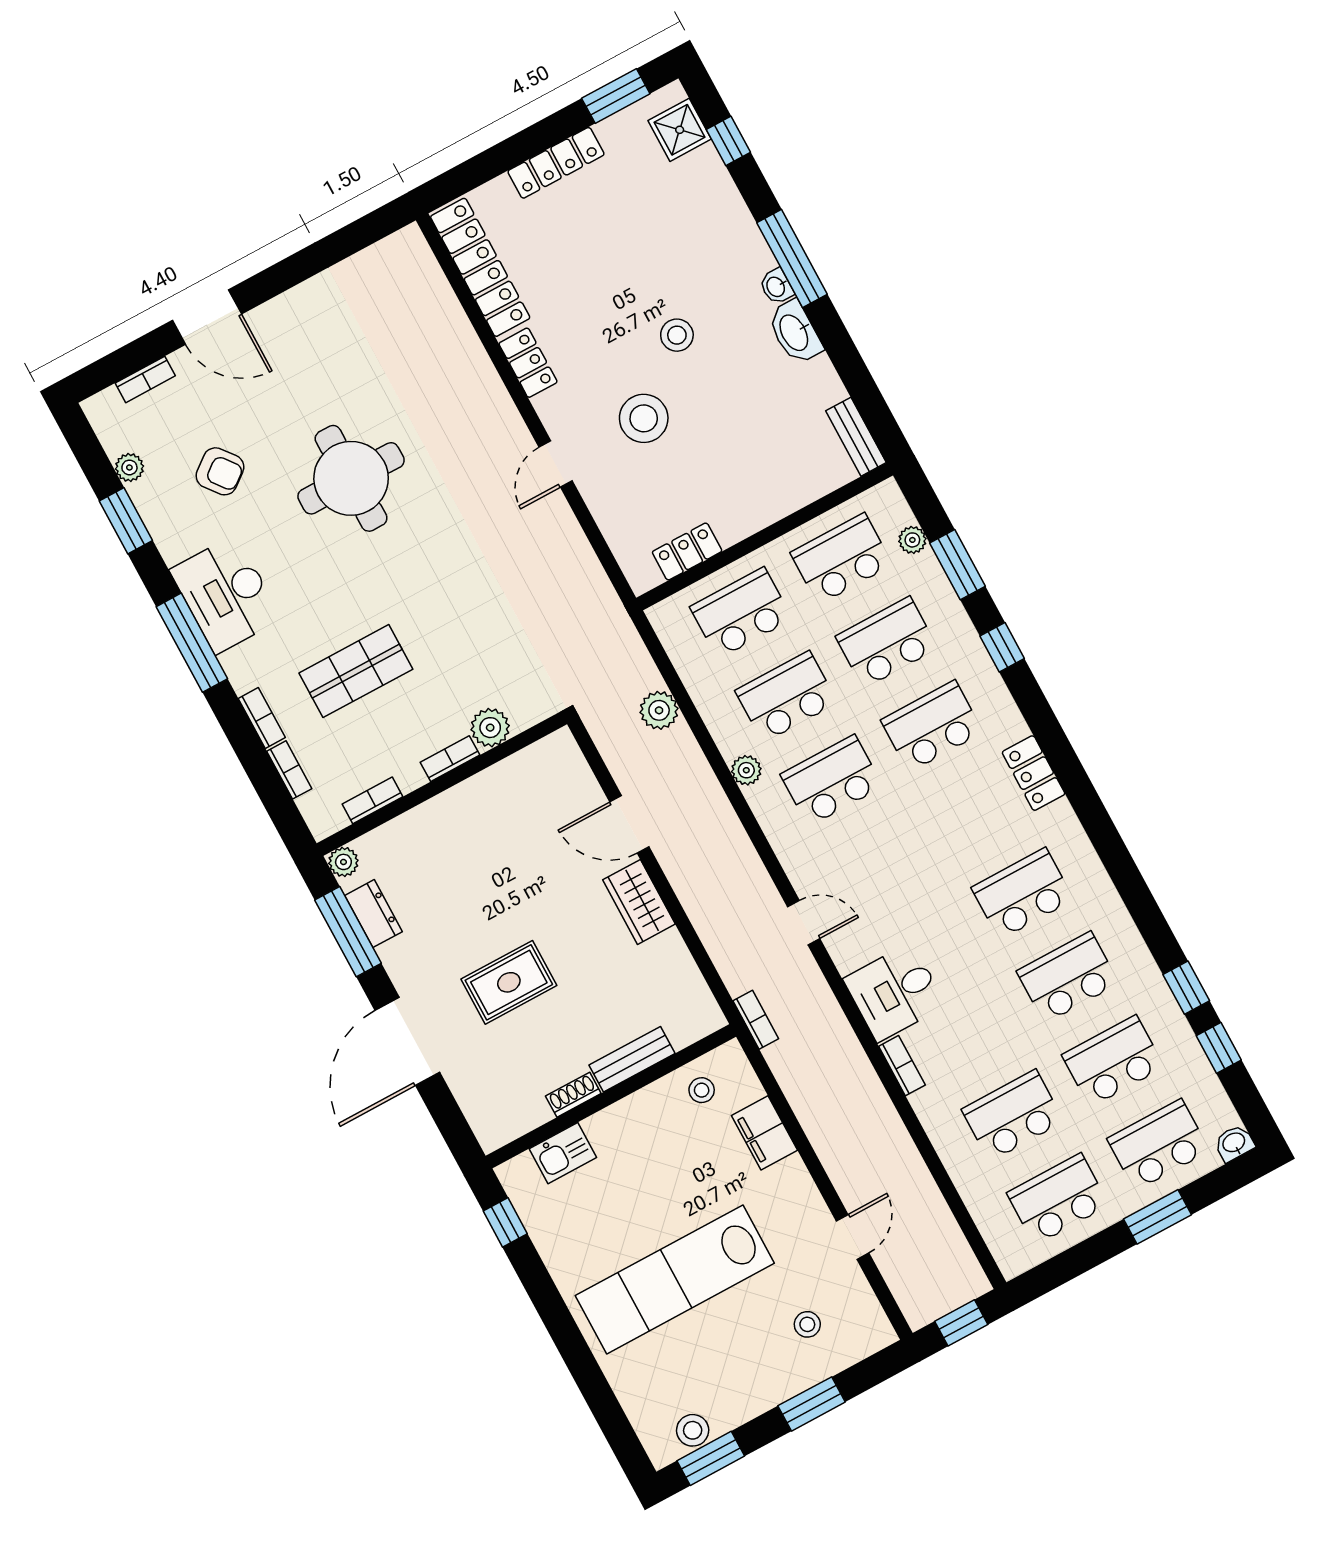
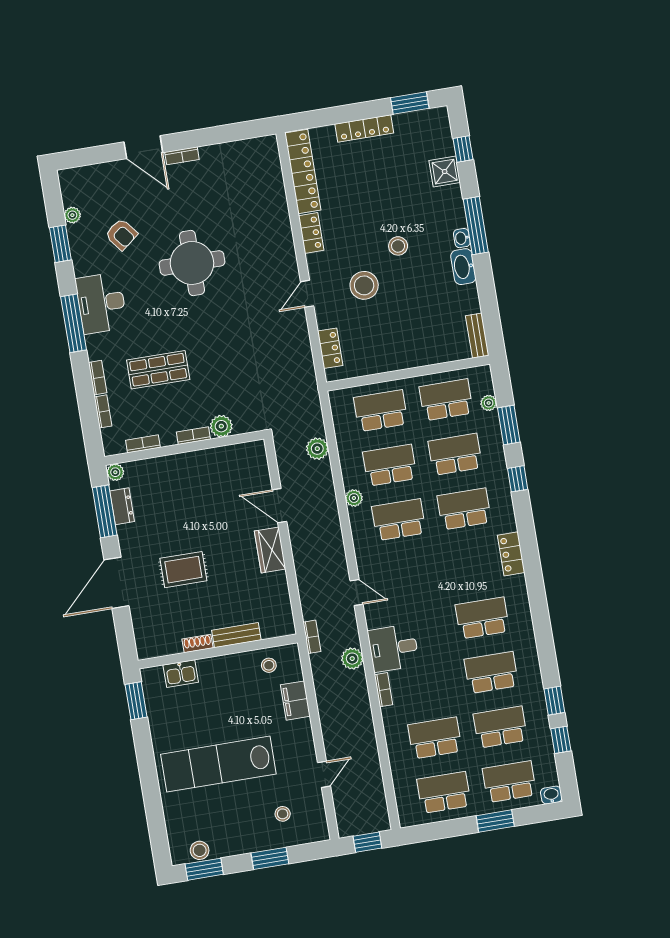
shower: (680, 130) -> (445, 172), moved
bookcase: (145, 379) -> (182, 156), moved
locker: (687, 552) -> (330, 348), moved, turned 90
plant: (834, 1033) -> (352, 659), added
window: (505, 1222) -> (136, 701), width x1.50

